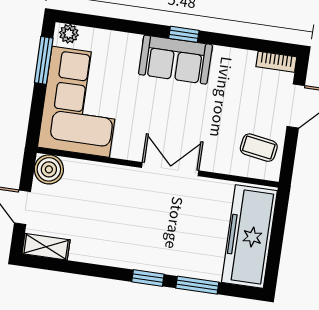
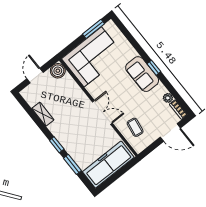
plant: (69, 34) -> (168, 98), moved
coffee table: (259, 148) -> (135, 127), moved
shelving: (46, 247) -> (43, 114), moved

